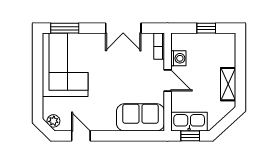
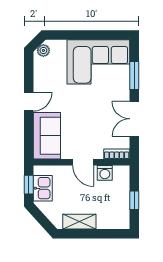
window: (65, 28) -> (134, 75), moved
door: (168, 80) -> (83, 162), hinge flipped
kitchen sink: (189, 122) -> (43, 188), width x0.73
door: (81, 136) -> (29, 102), moved

